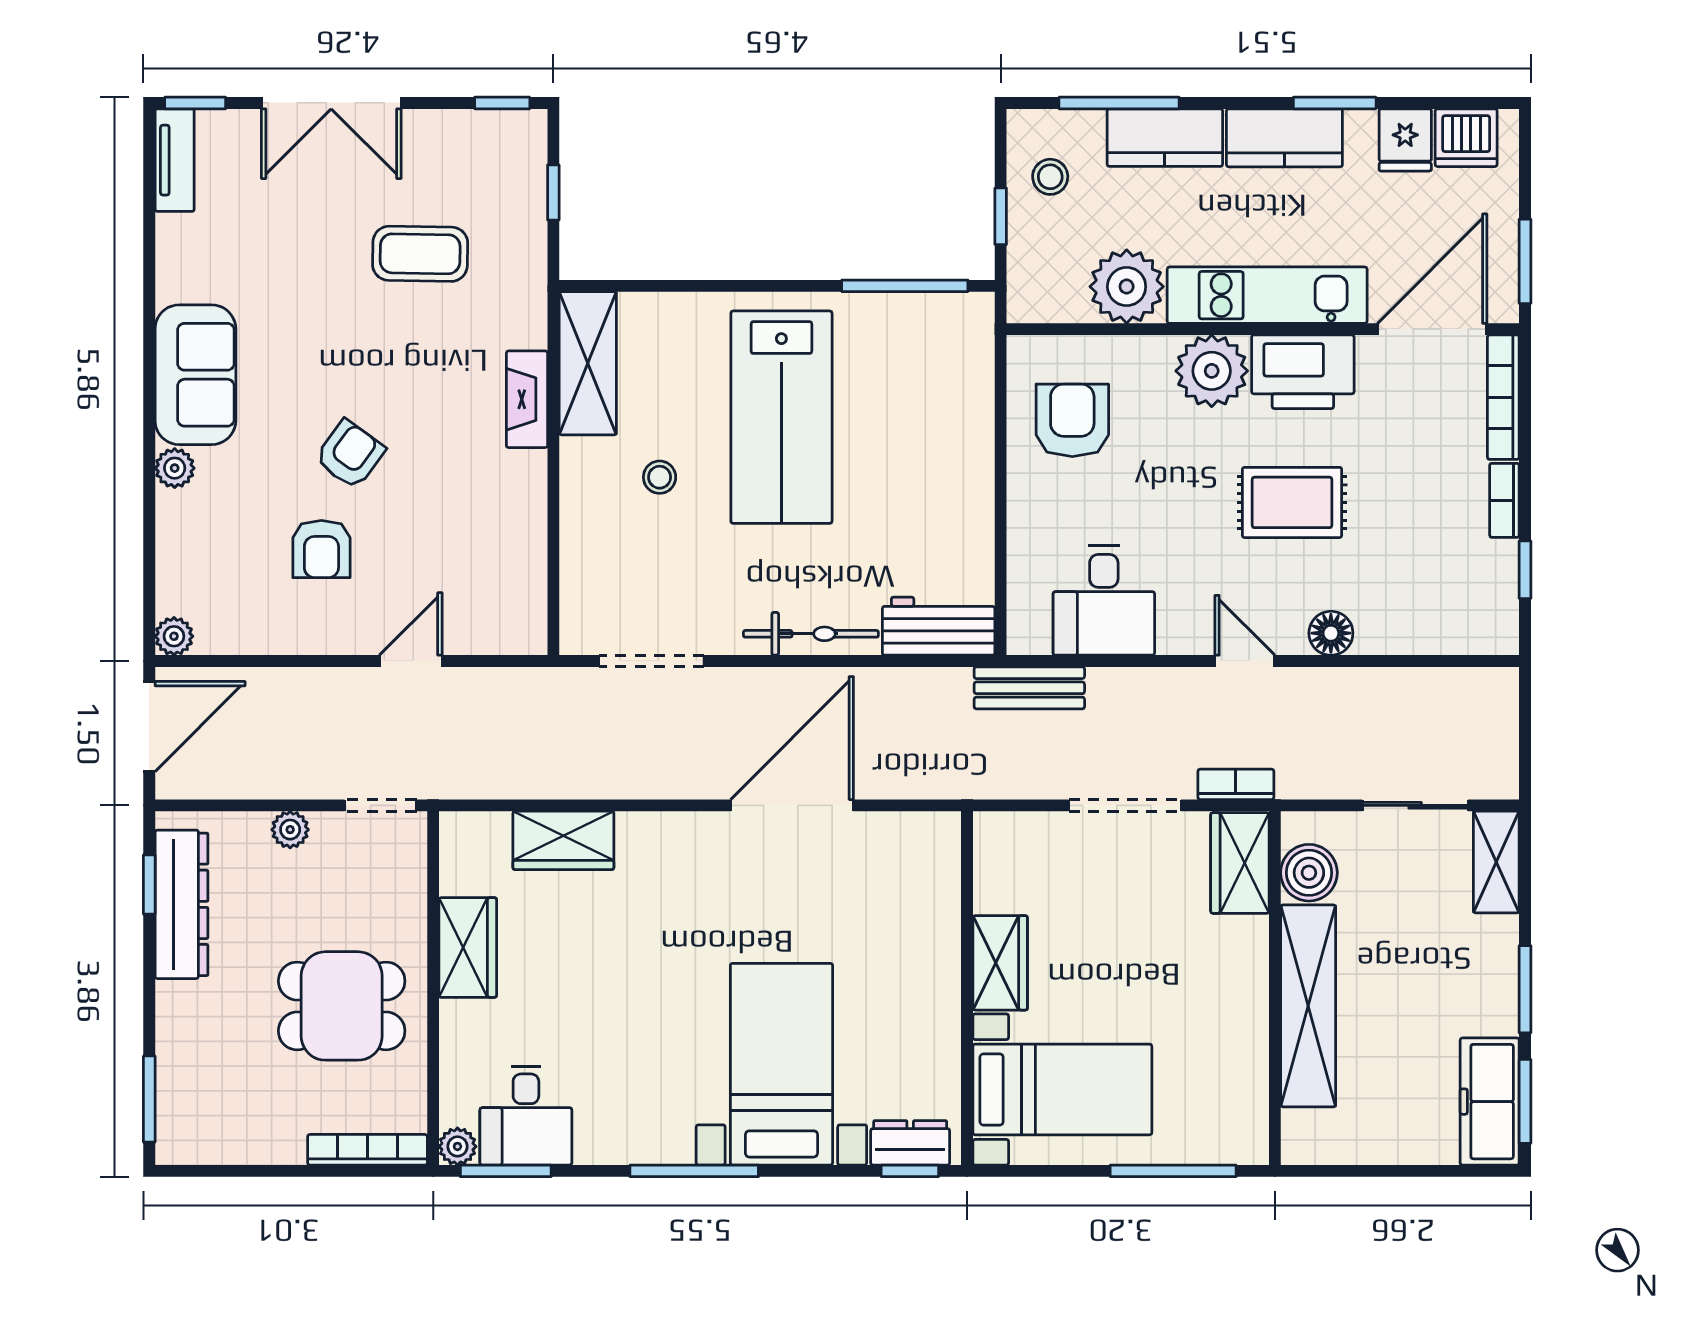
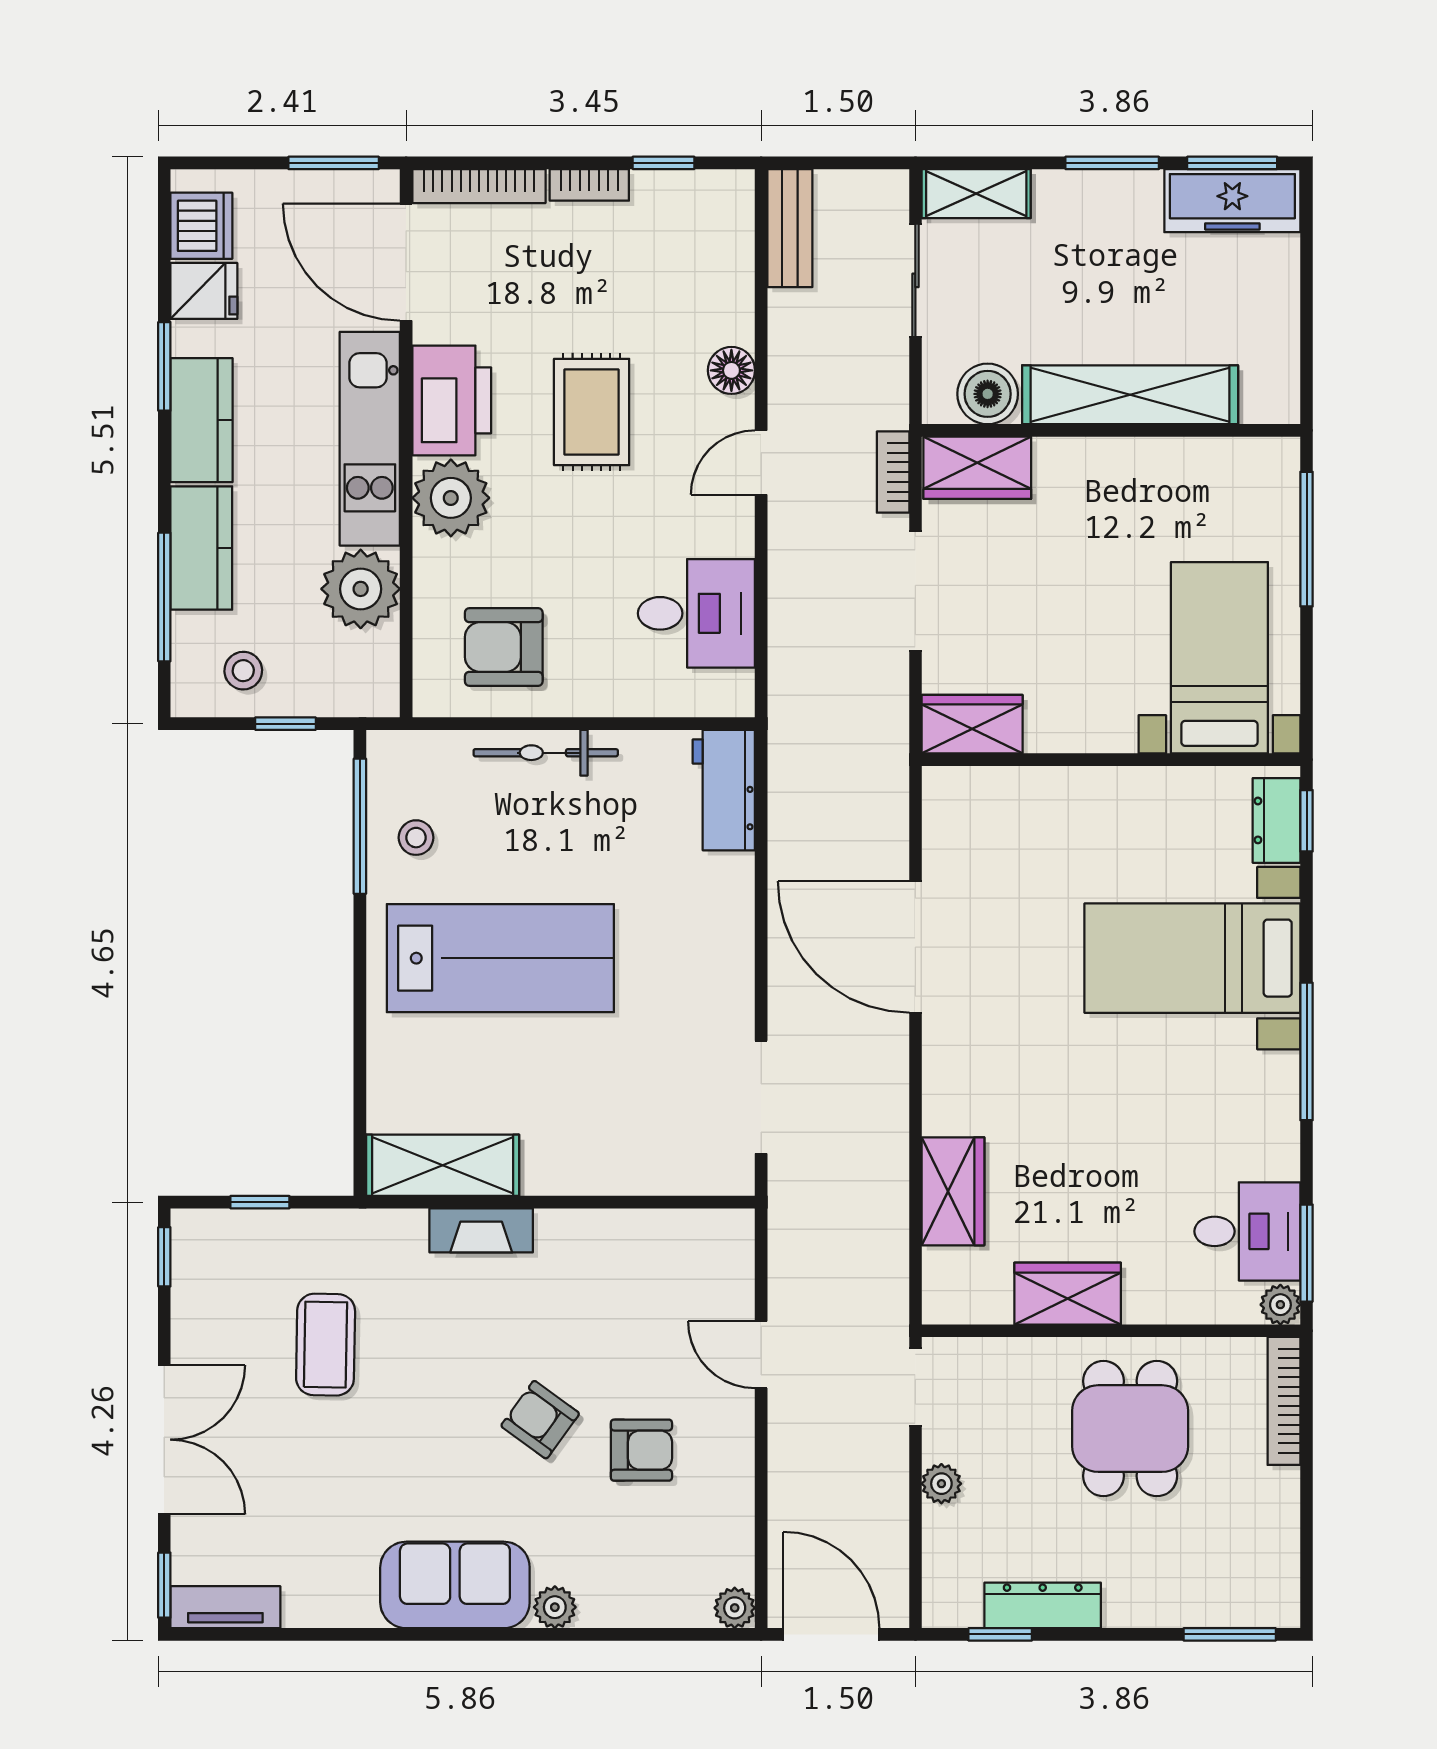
stool: (660, 477) -> (416, 838), moved
bicycle: (811, 634) -> (546, 753), moved, turned -90
bench: (1029, 688) -> (790, 228), moved
dresser: (182, 904) -> (1043, 1605), width x0.73, depth x0.80
wardrobe: (1000, 963) -> (972, 724), moved

